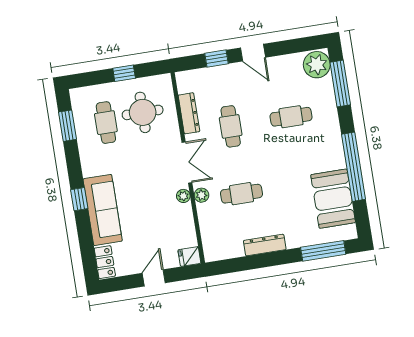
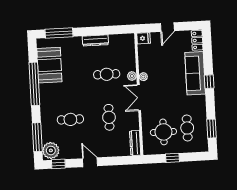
window: (217, 58) -> (58, 164), moved
dresser: (189, 113) -> (135, 143), moved

